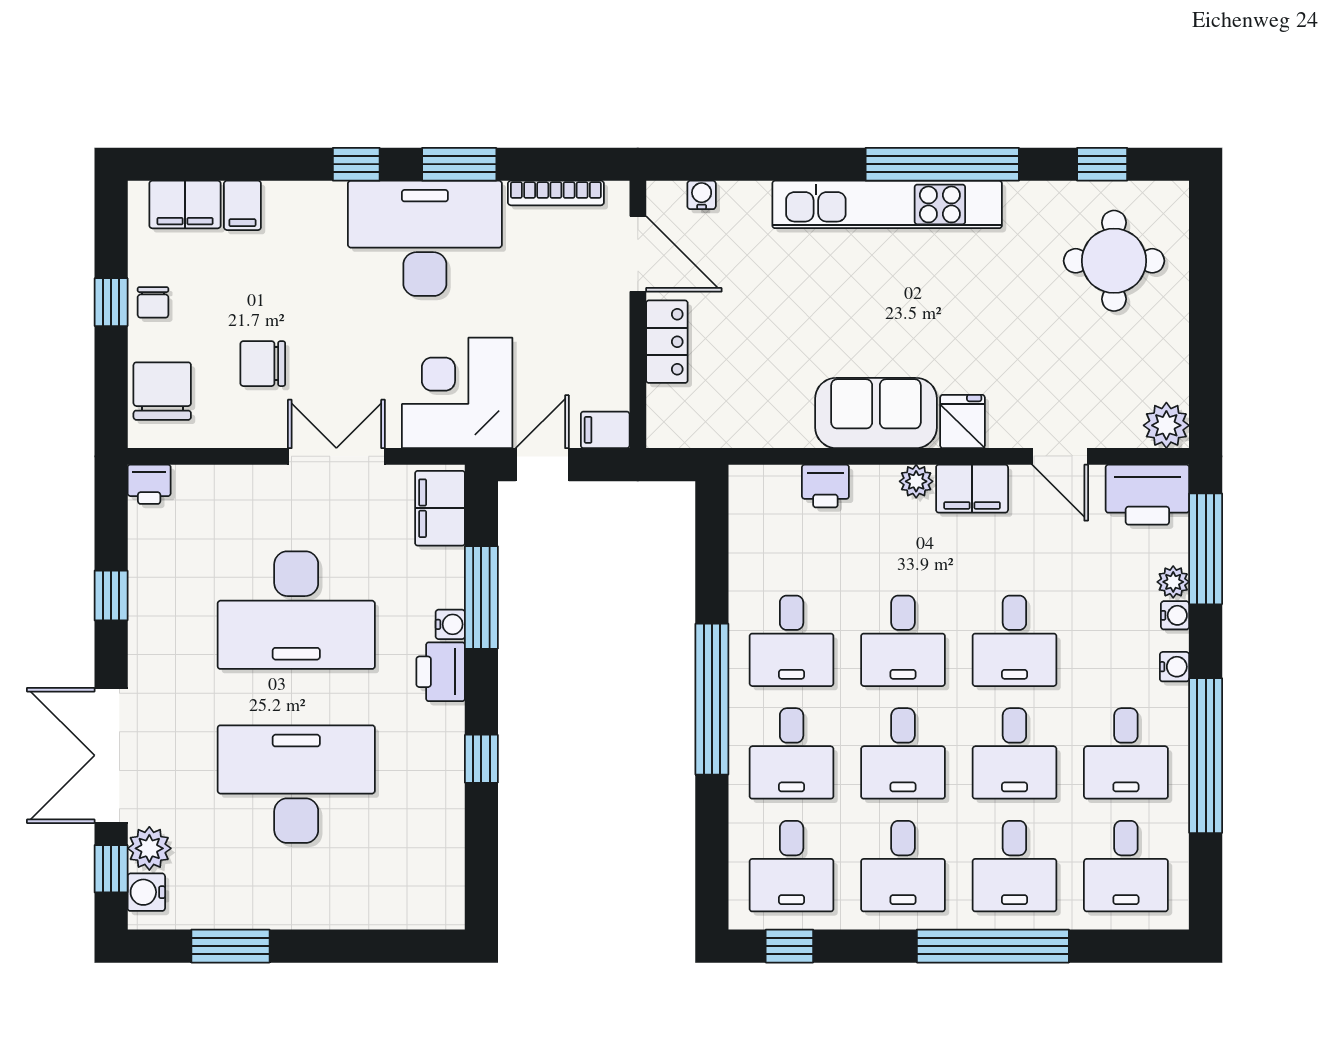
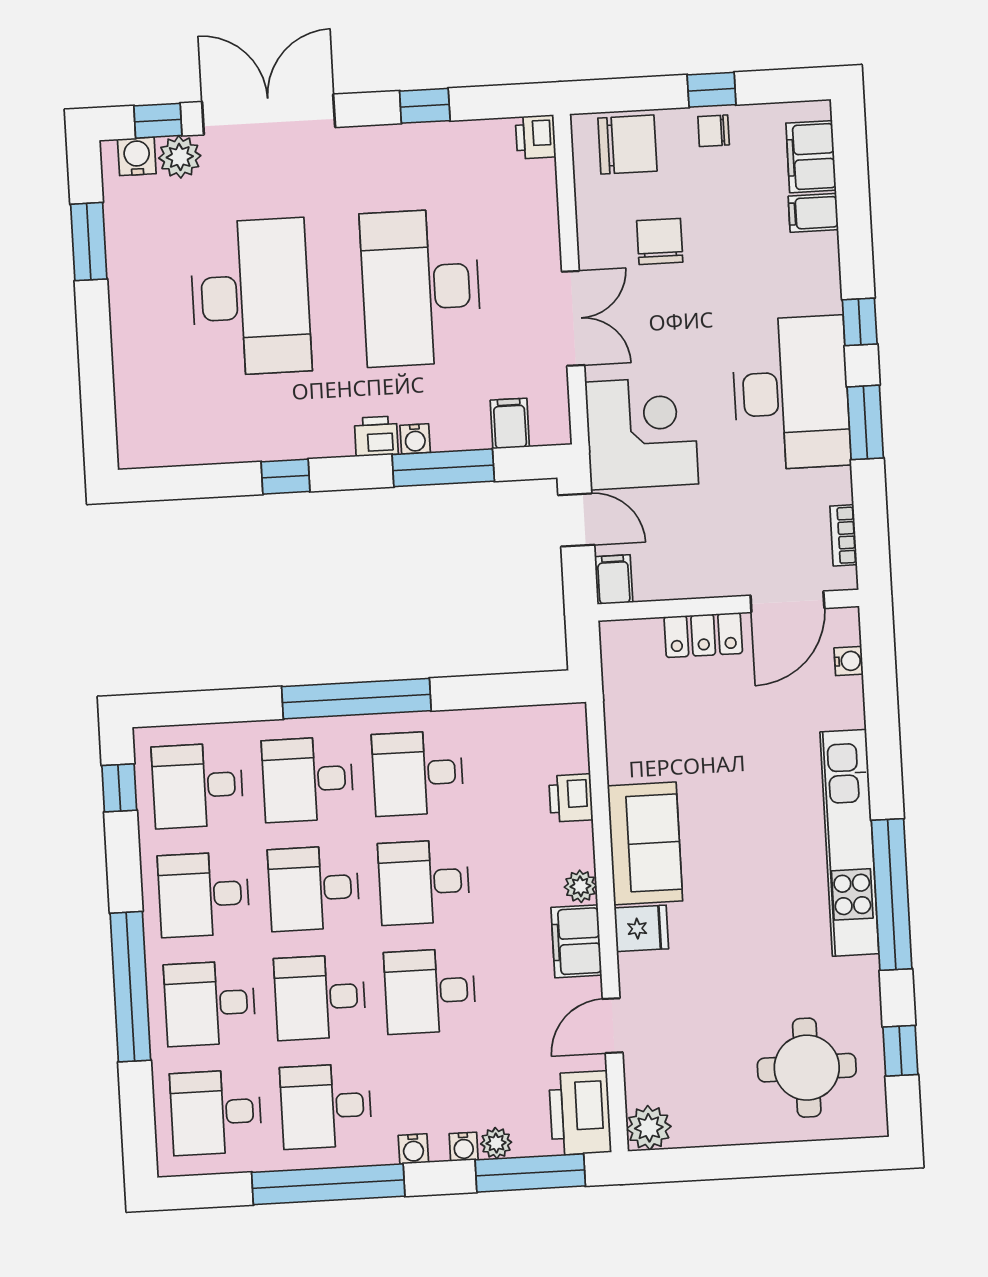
bookcase: (556, 193) -> (843, 535), width x0.64
filing cabinet: (440, 508) -> (510, 423), width x0.50
printer: (441, 672) -> (376, 436), width x0.73, depth x0.81

